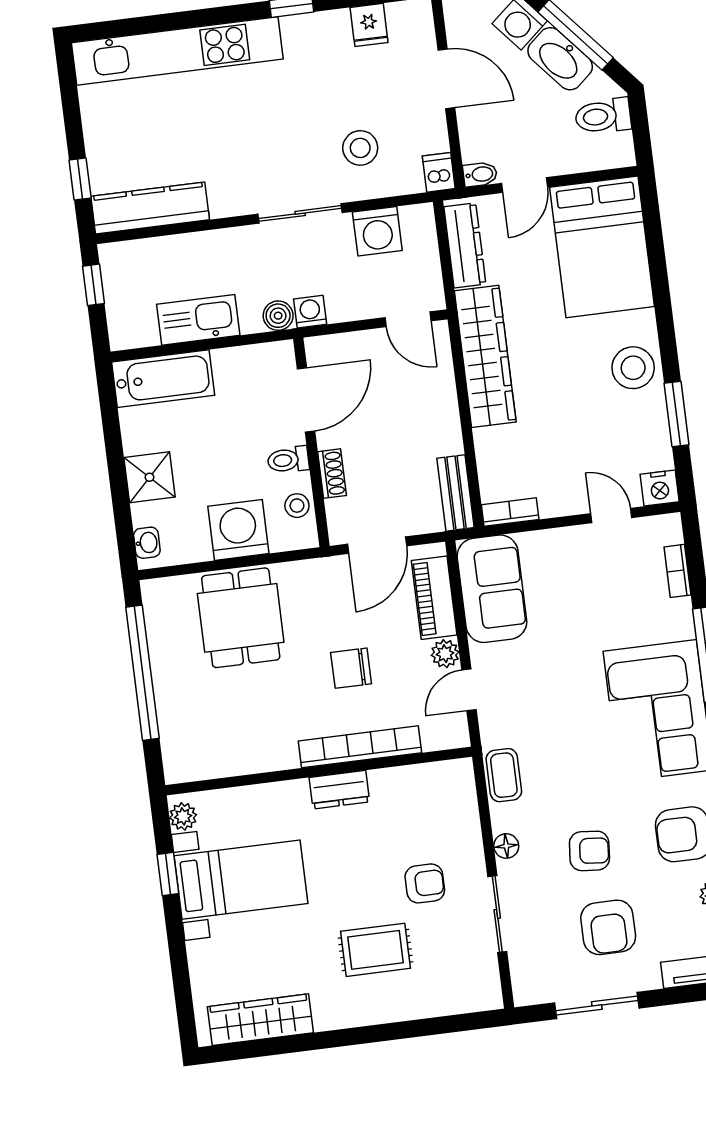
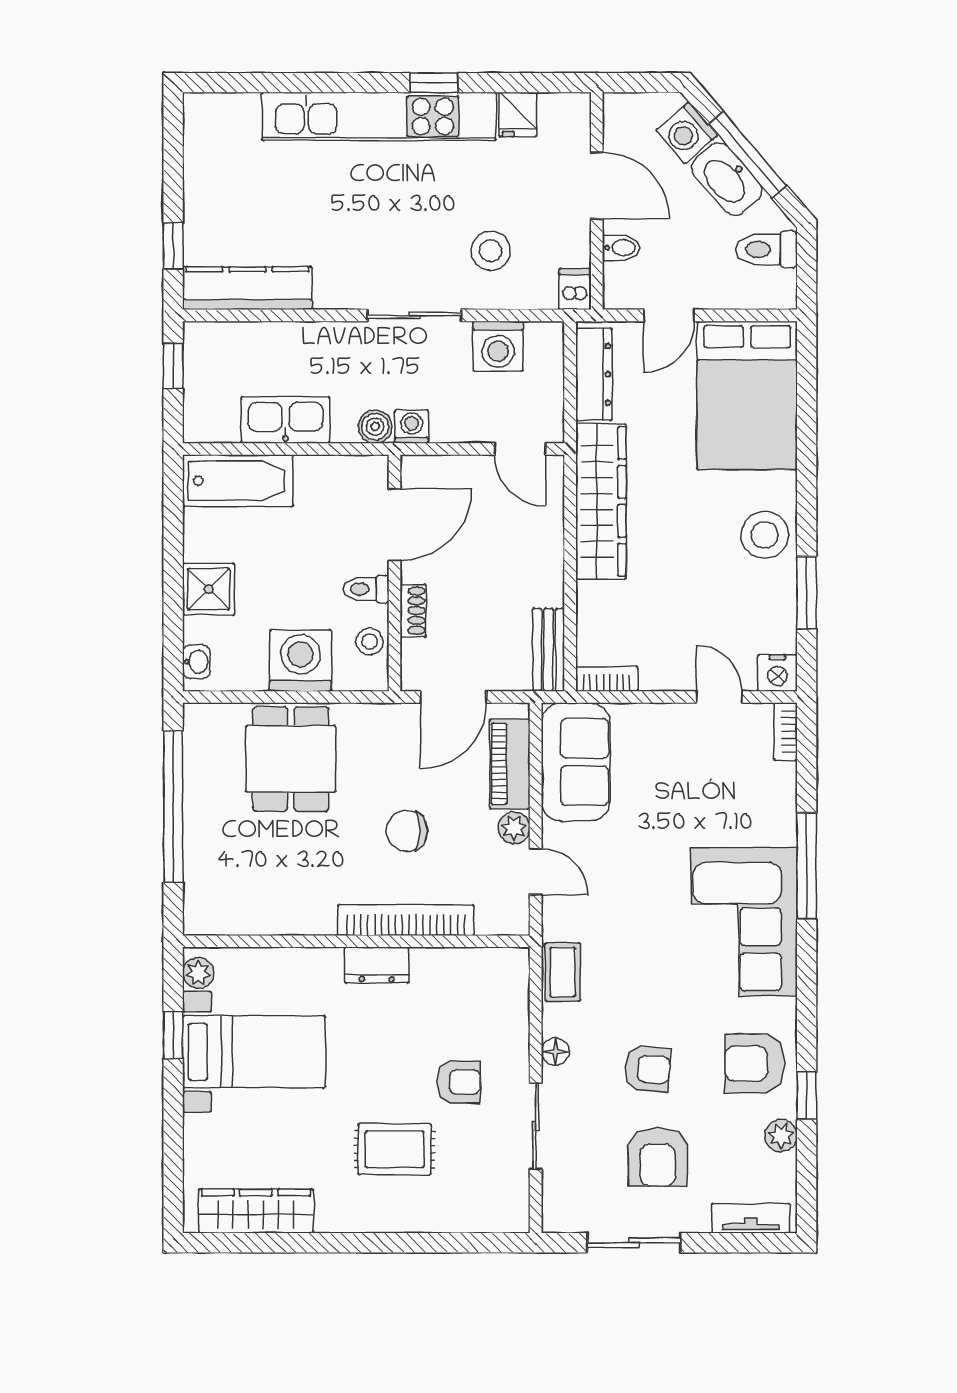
kitchen unit: (177, 51) -> (379, 116), moved
bidet: (480, 174) -> (621, 248), moved
bookcase: (677, 571) -> (786, 732), moved
door: (469, 690) -> (536, 872), swing flipped

